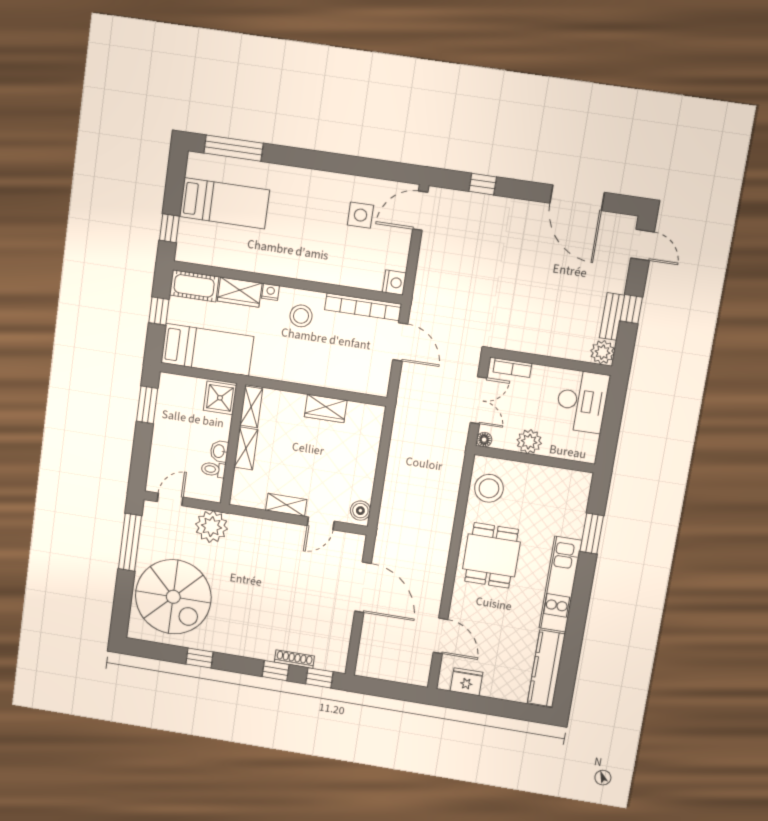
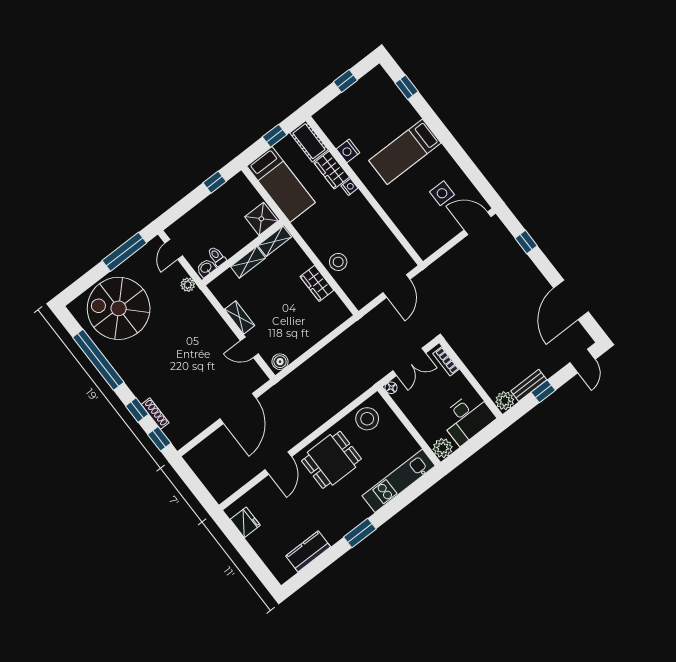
window: (234, 148) -> (407, 87), width x0.46
bed: (224, 203) -> (405, 152), moved, turned 90
window: (169, 228) -> (345, 81), moved
nightstand: (394, 283) -> (348, 151), moved, turned 90
bookcase: (363, 307) -> (394, 246), removed
stool: (301, 316) -> (338, 262), moved
window: (147, 405) -> (215, 182), width x0.67
plant: (529, 442) -> (443, 448), moved
washbasin: (219, 451) -> (206, 268), moved
door: (170, 499) -> (174, 249), swing flipped
plant: (211, 527) -> (188, 285), width x0.53, depth x0.53
window: (592, 534) -> (360, 533), moved
kitchen unit: (560, 584) -> (399, 481), moved
spiral stairs: (173, 597) -> (119, 308), turned 90
door: (441, 636) -> (278, 463), moved
window: (200, 658) -> (98, 360), width x3.17
kitchen counter: (546, 669) -> (308, 551), width x0.67

